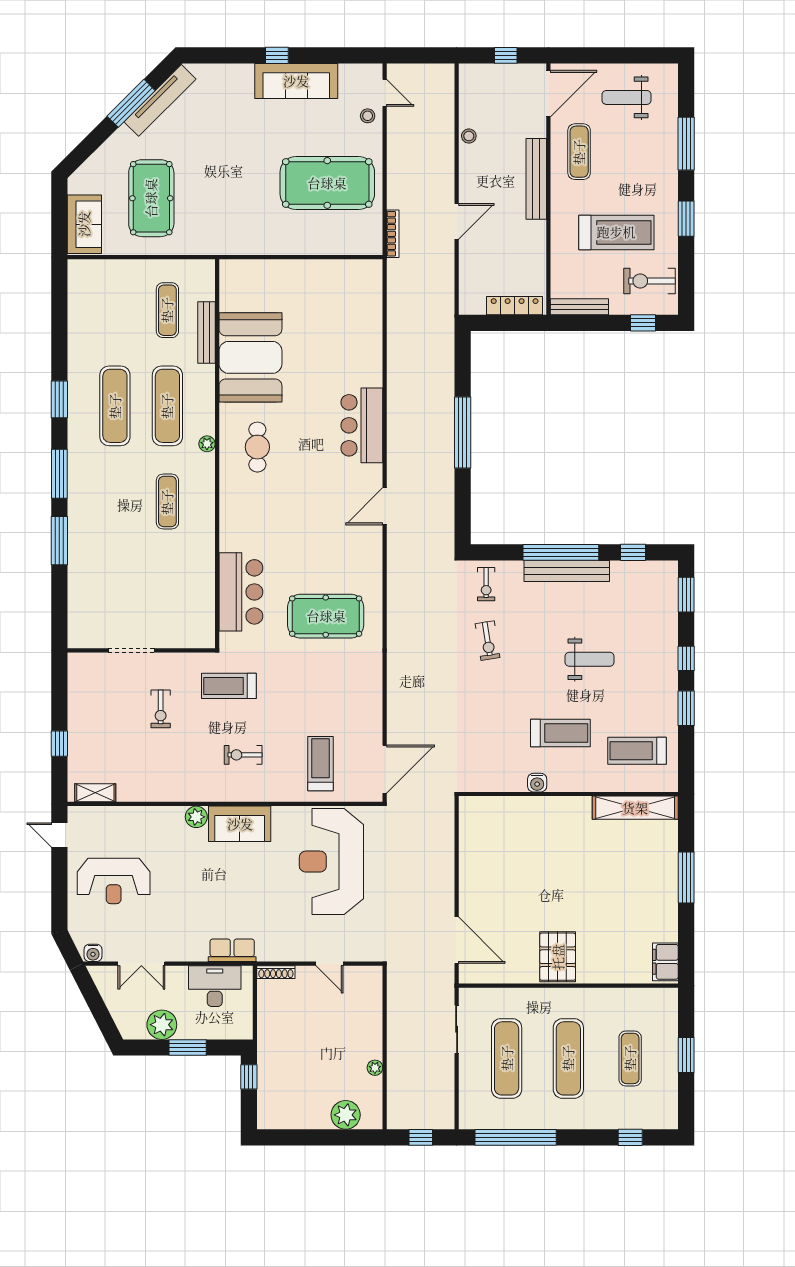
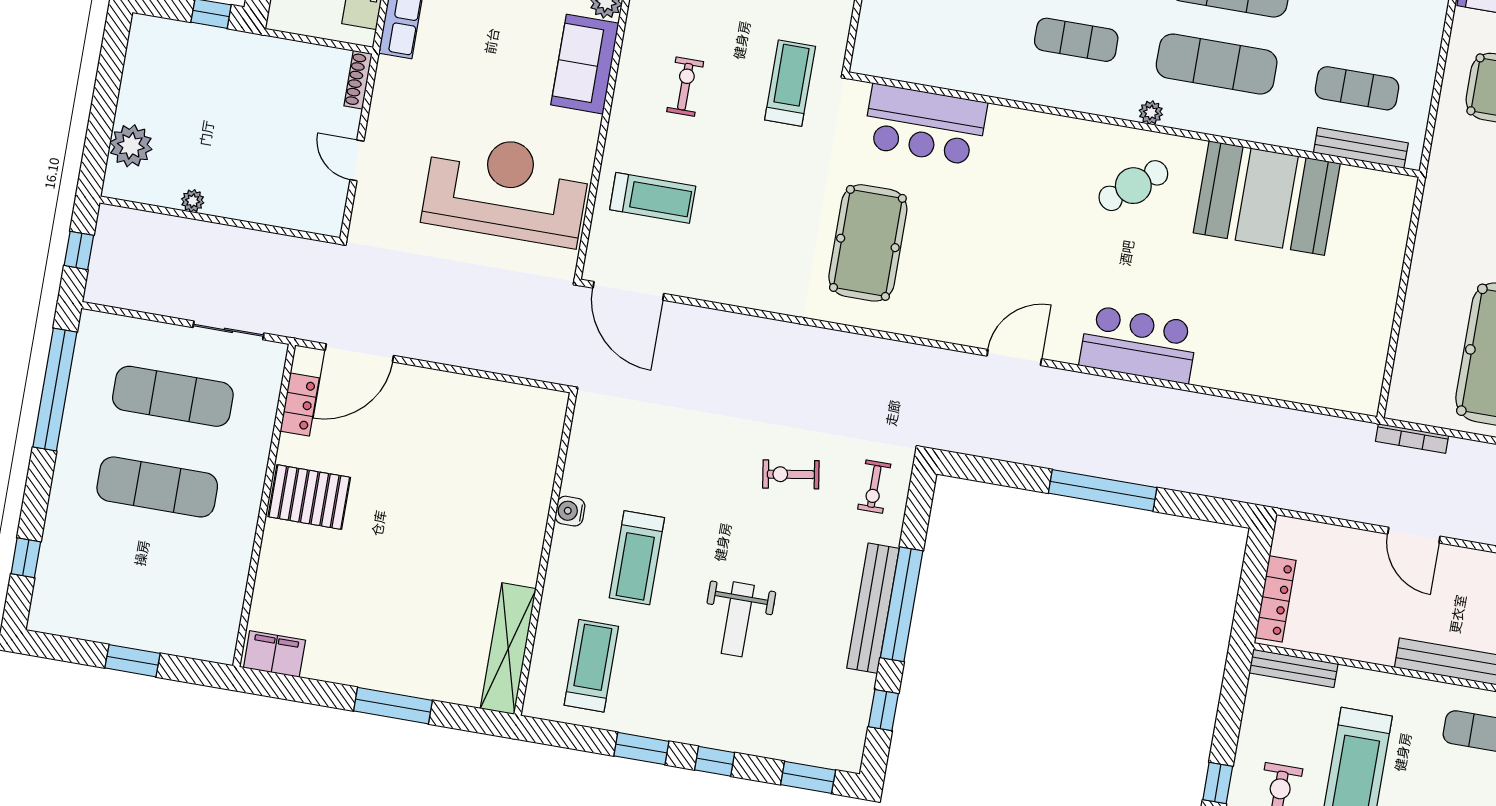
bench: (579, 307) -> (1293, 668), moved, turned 90
bench: (206, 333) -> (1361, 148), moved
cafe table: (257, 447) -> (1133, 186), turned -39
door: (385, 506) -> (1014, 357), hinge flipped
exercise bike: (486, 584) -> (874, 487), turned -90
door: (329, 964) -> (357, 160), hinge flipped
locker: (497, 974) -> (300, 404), added
exercise mat: (630, 1058) -> (142, 578), removed

